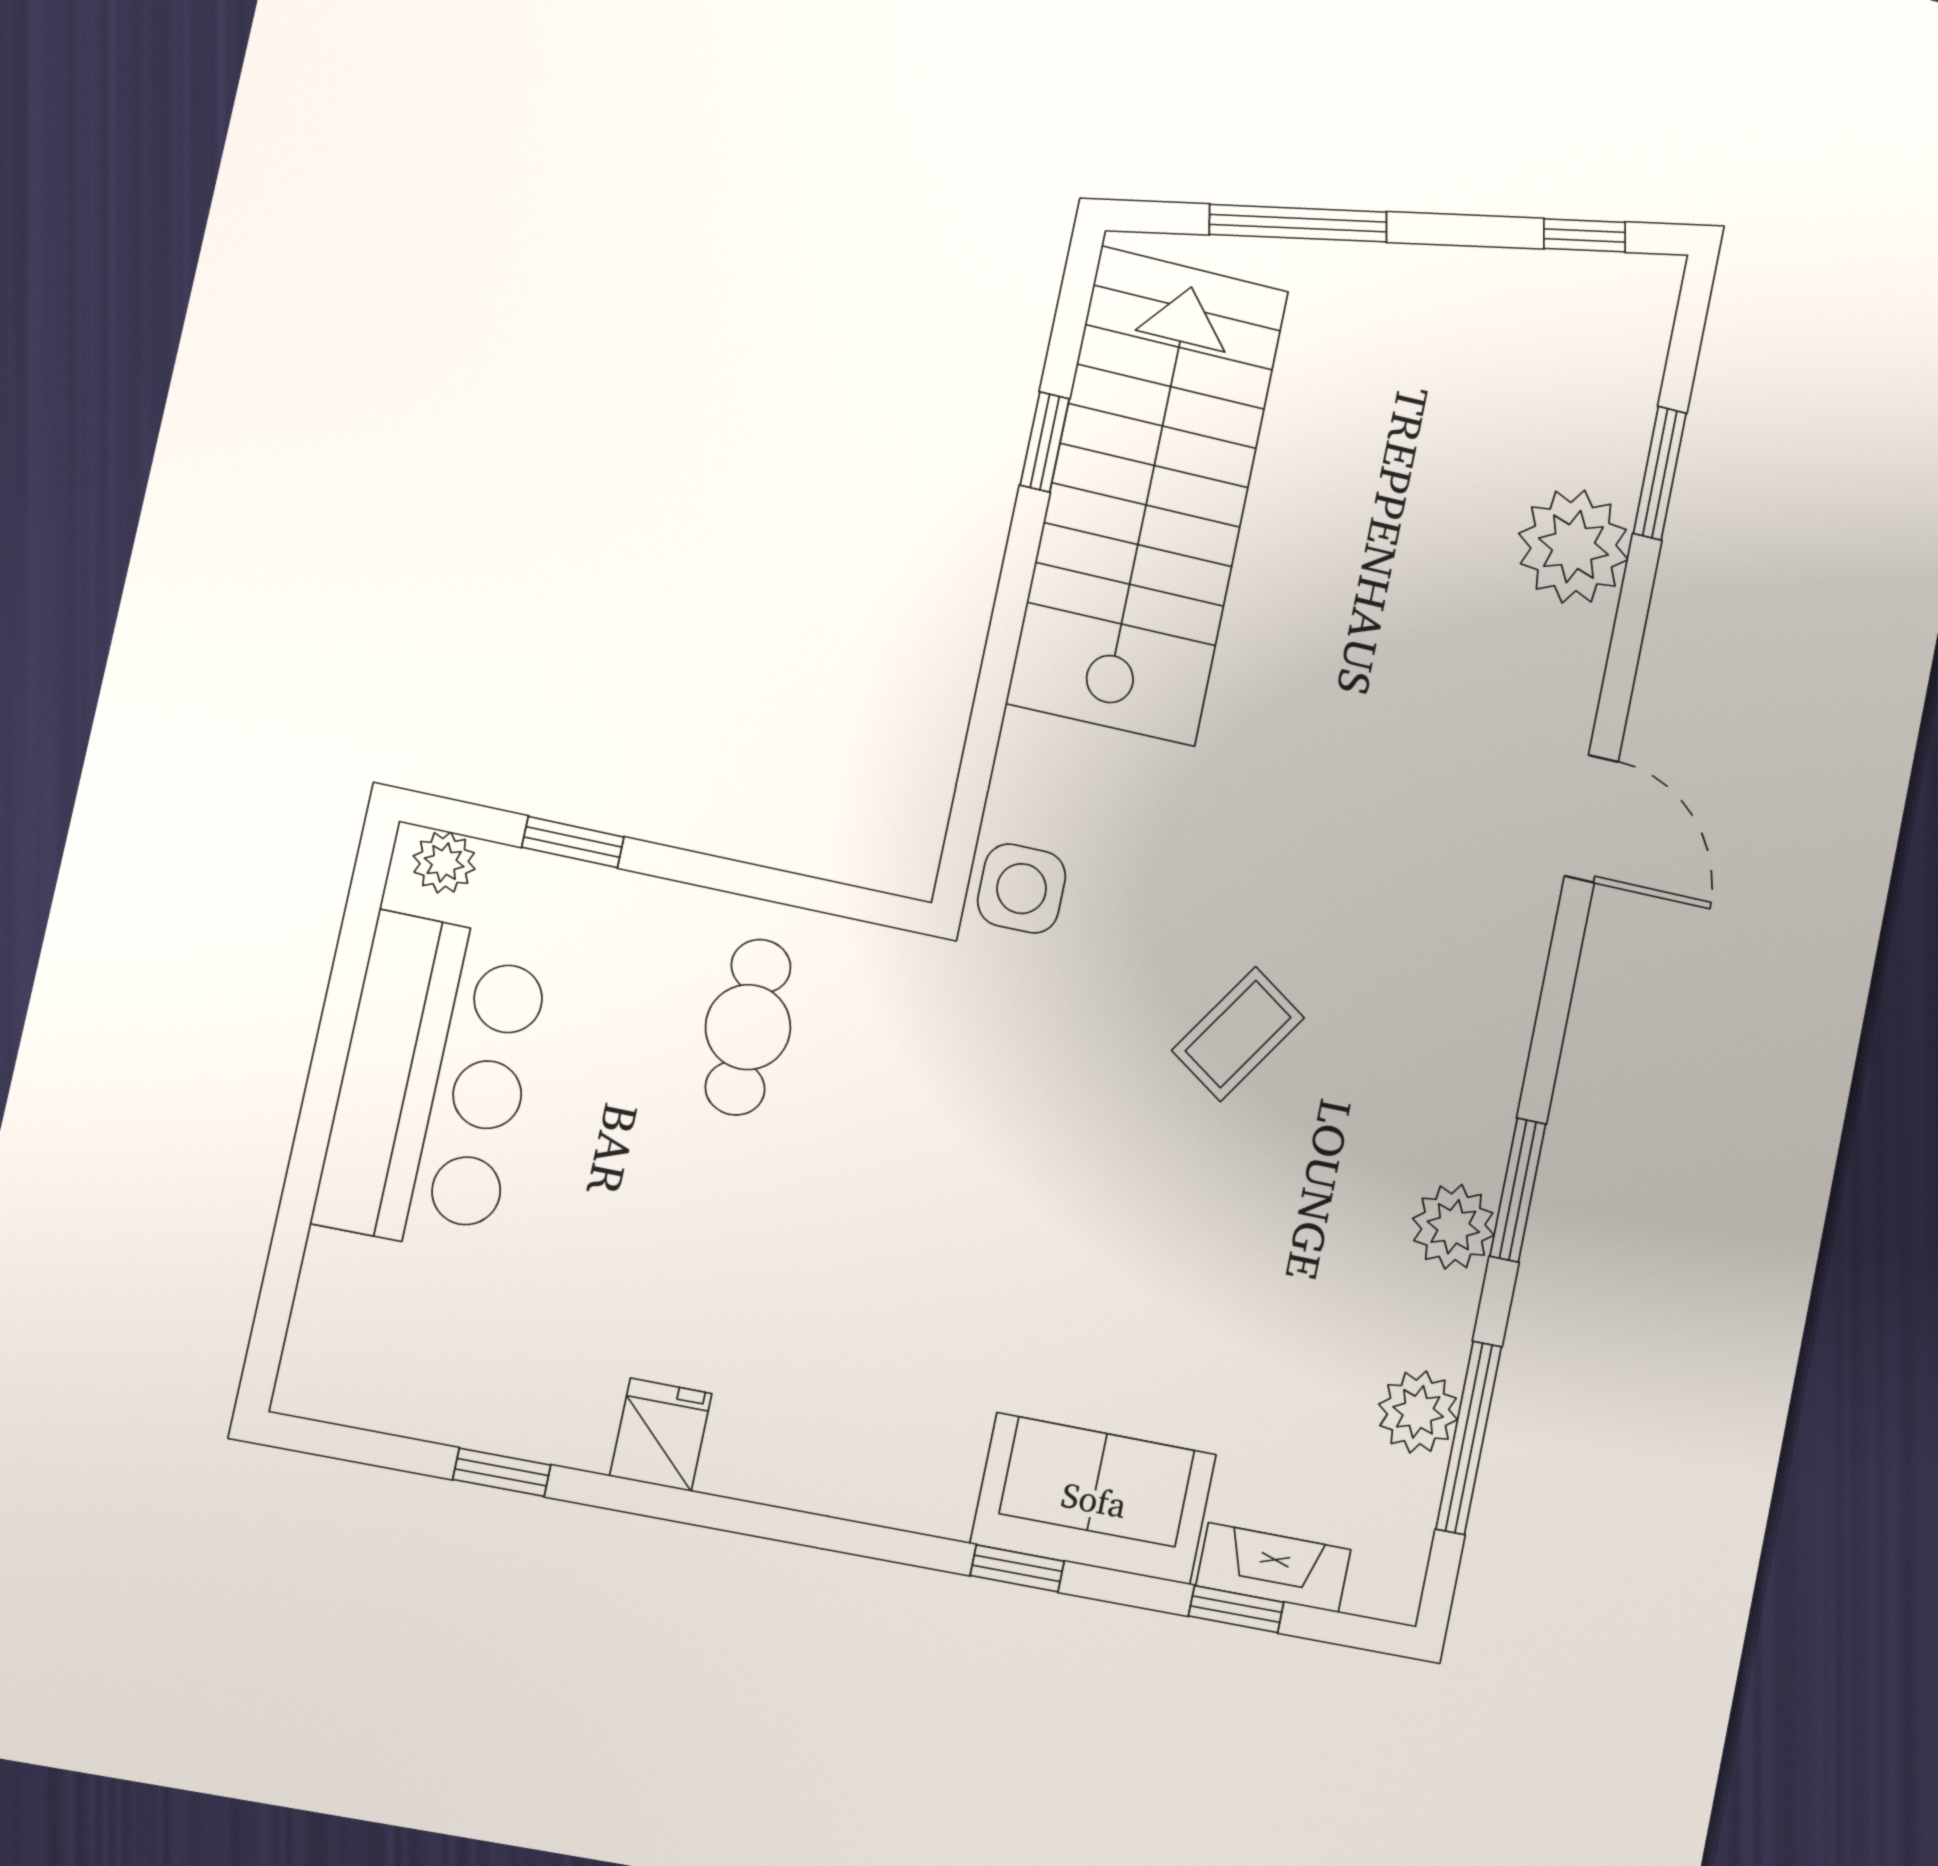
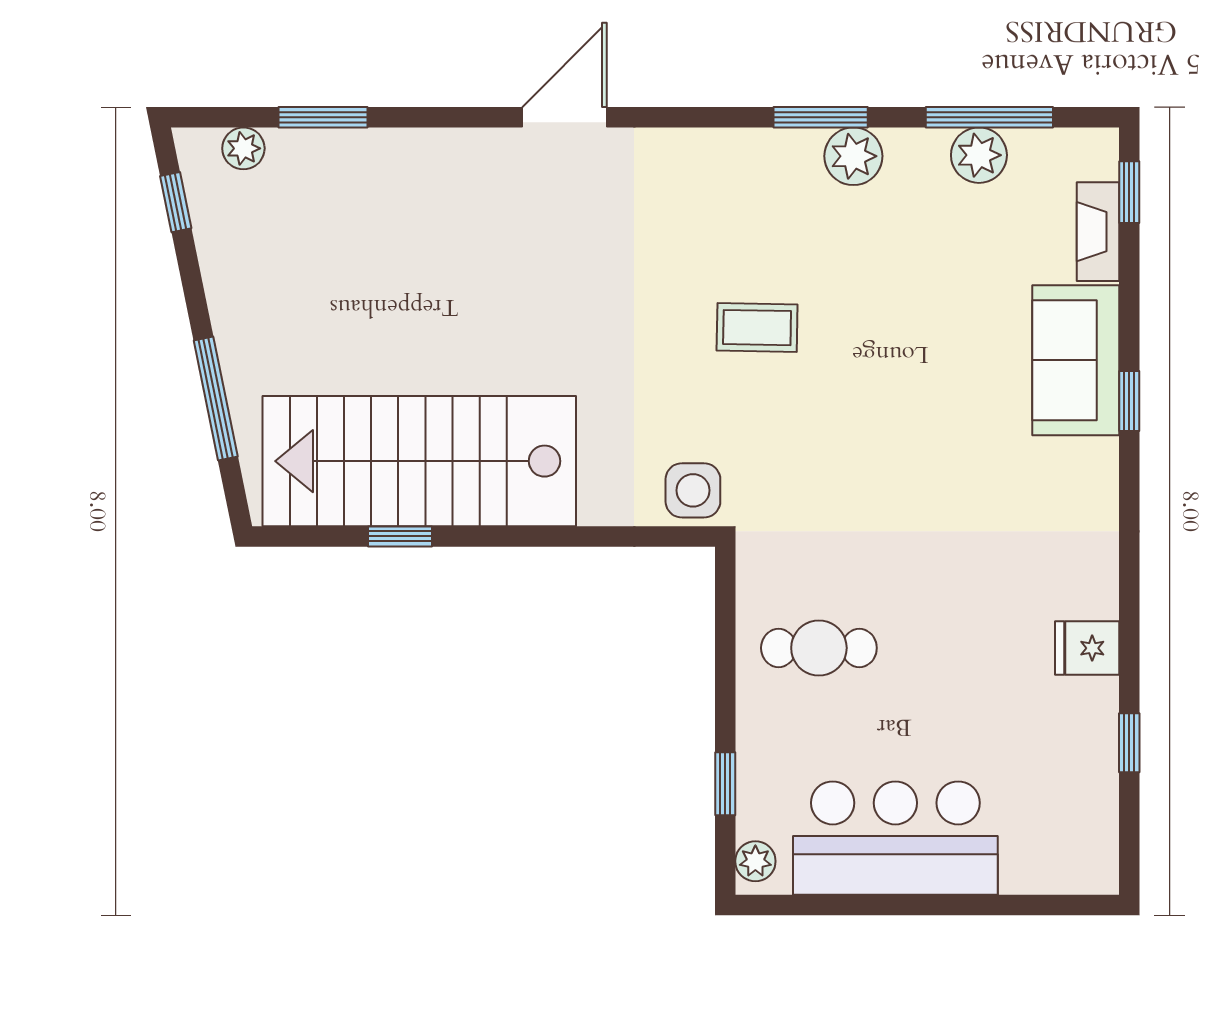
plant: (1573, 547) -> (243, 148), moved, width x0.53, depth x0.53
coffee table: (1238, 1034) -> (757, 328), turned -33
window: (1236, 1609) -> (1129, 192), moved

